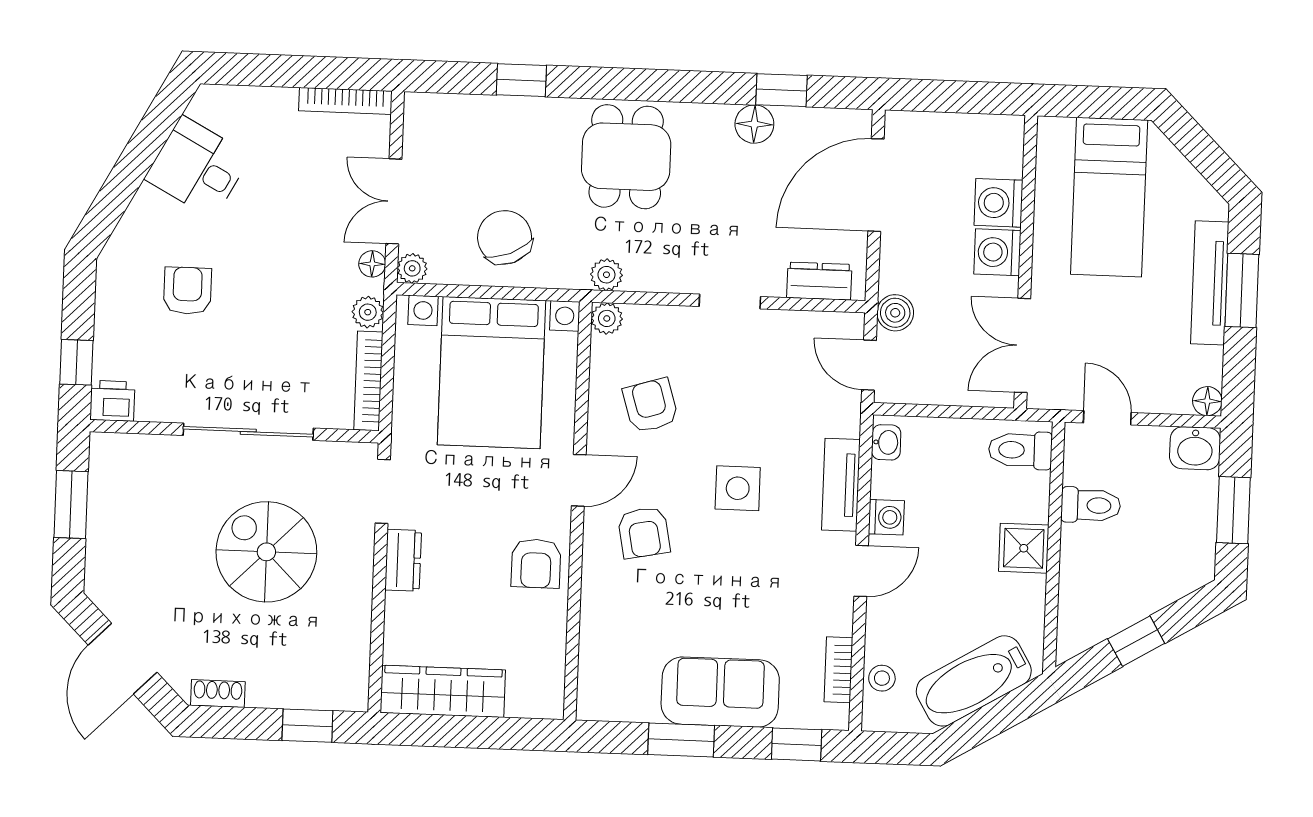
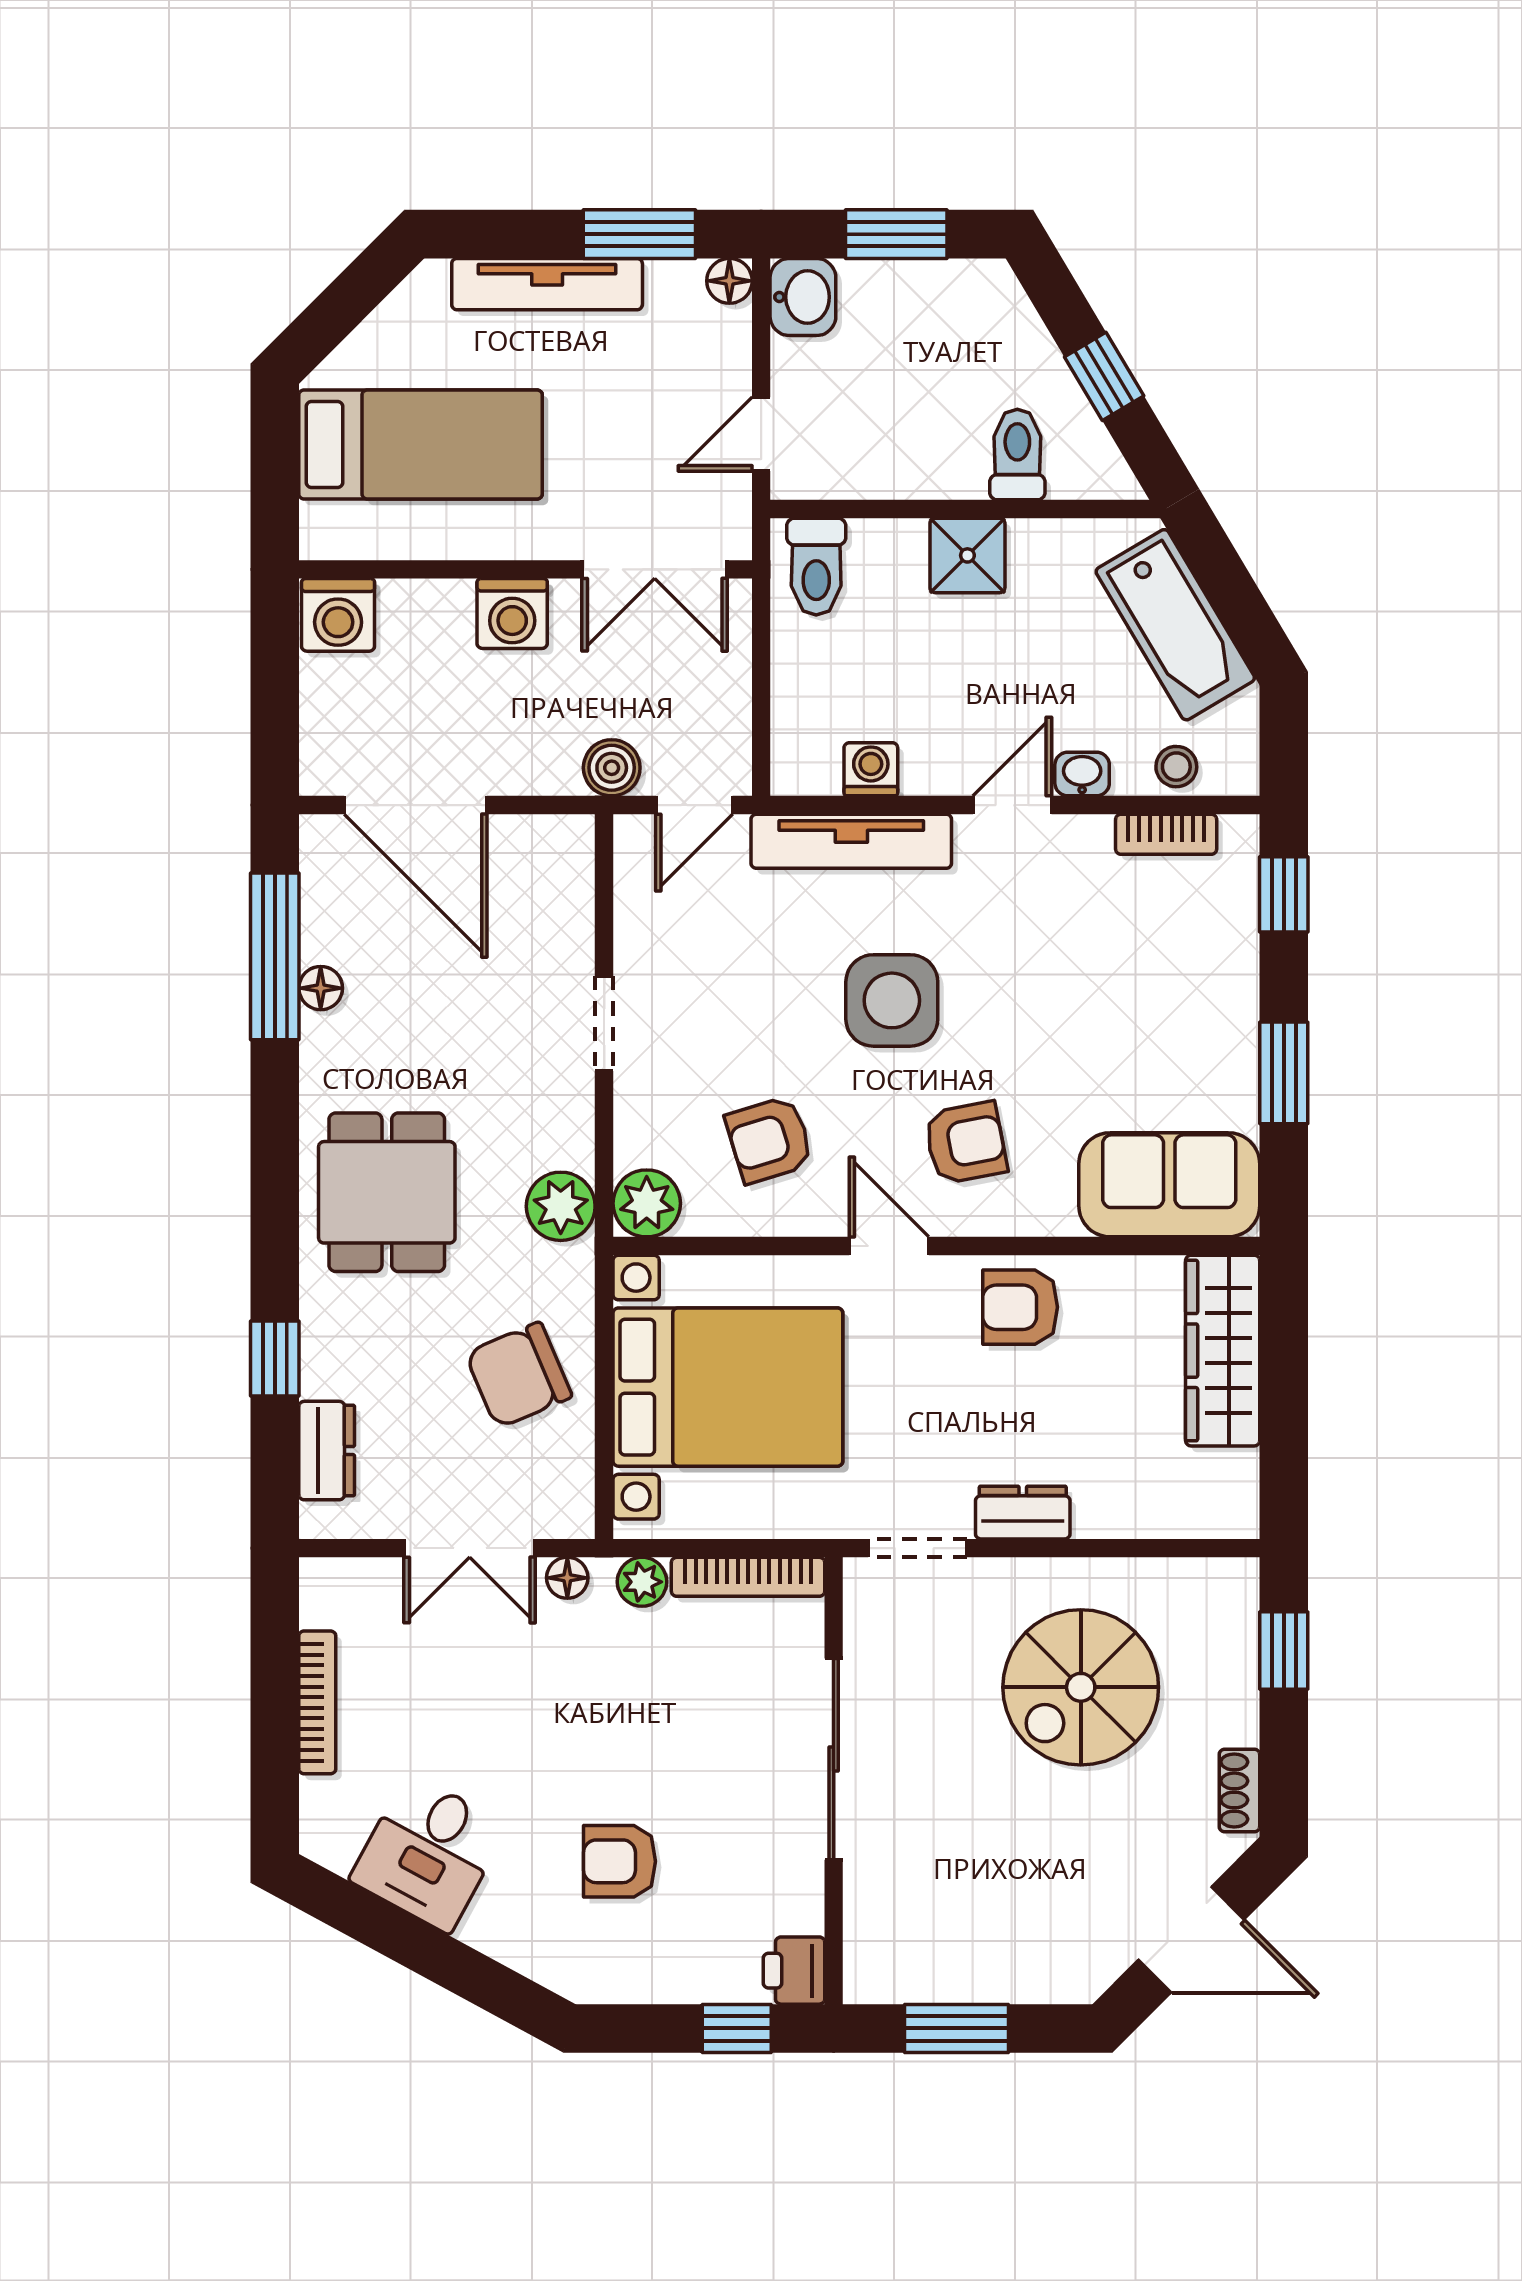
window: (782, 90) -> (275, 956), width x2.17
bookcase: (345, 101) -> (317, 1702), moved
floor lamp: (754, 124) -> (321, 988), width x0.73, depth x0.73
dining table: (626, 157) -> (387, 1192), turned 90
washing machine: (998, 203) -> (338, 615), moved
plant: (412, 268) -> (572, 1516), removed
plant: (606, 275) -> (561, 1206), width x1.38, depth x1.38
dresser: (819, 281) -> (327, 1451), moved, turned 180
window: (1242, 290) -> (639, 234), moved
plant: (607, 318) -> (647, 1203), width x1.38, depth x1.38
washbasin: (886, 442) -> (1082, 774), moved
tv unit: (841, 485) -> (851, 841), width x1.41
side table: (738, 488) -> (892, 1000), width x1.37, depth x1.37
toilet: (1091, 505) -> (1017, 455), moved
washing machine: (886, 517) -> (871, 769), moved
spiral stairs: (266, 552) -> (1081, 1687), moved
armchair: (536, 564) -> (1020, 1307), turned 180
door: (861, 571) -> (1012, 805), hinge flipped
wardrobe: (443, 691) -> (1223, 1351), moved
sofa: (720, 692) -> (1169, 1185), moved, turned 90

